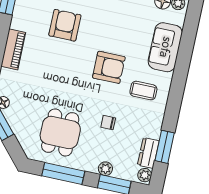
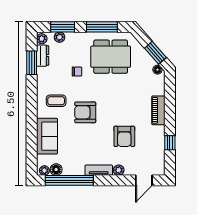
dining table: (60, 132) -> (111, 57), width x1.38
plant: (105, 169) -> (59, 37), moved

